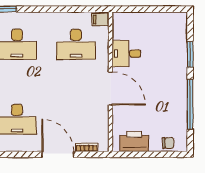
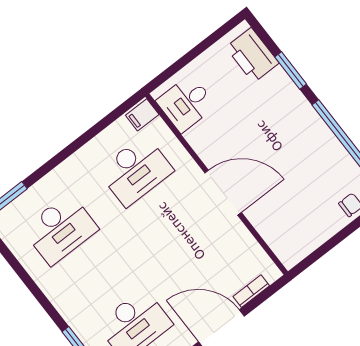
desk: (126, 54) -> (186, 103), moved
printer: (134, 141) -> (252, 55), moved, turned -90

